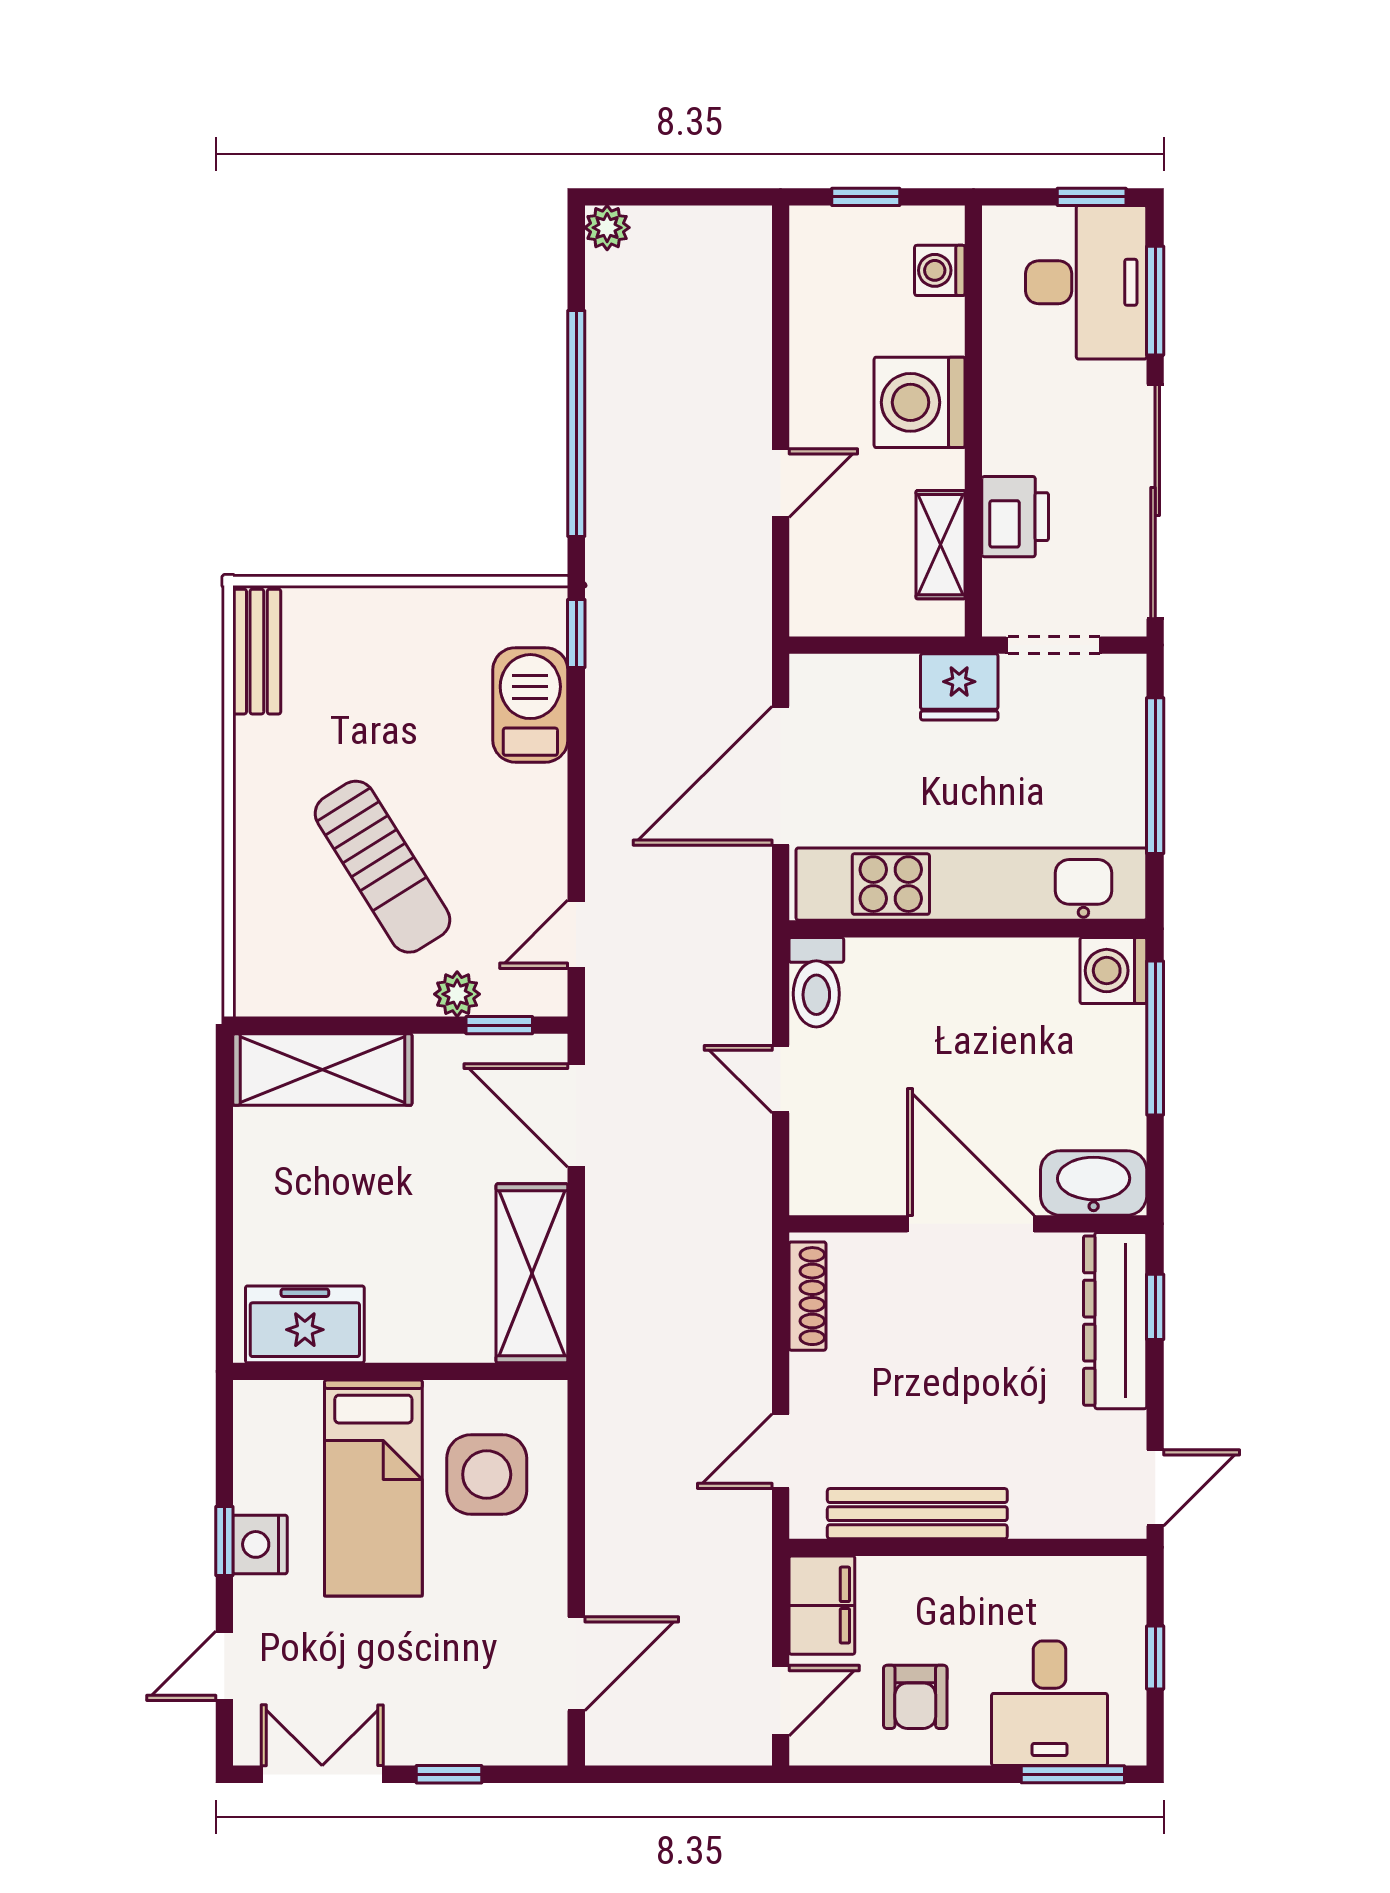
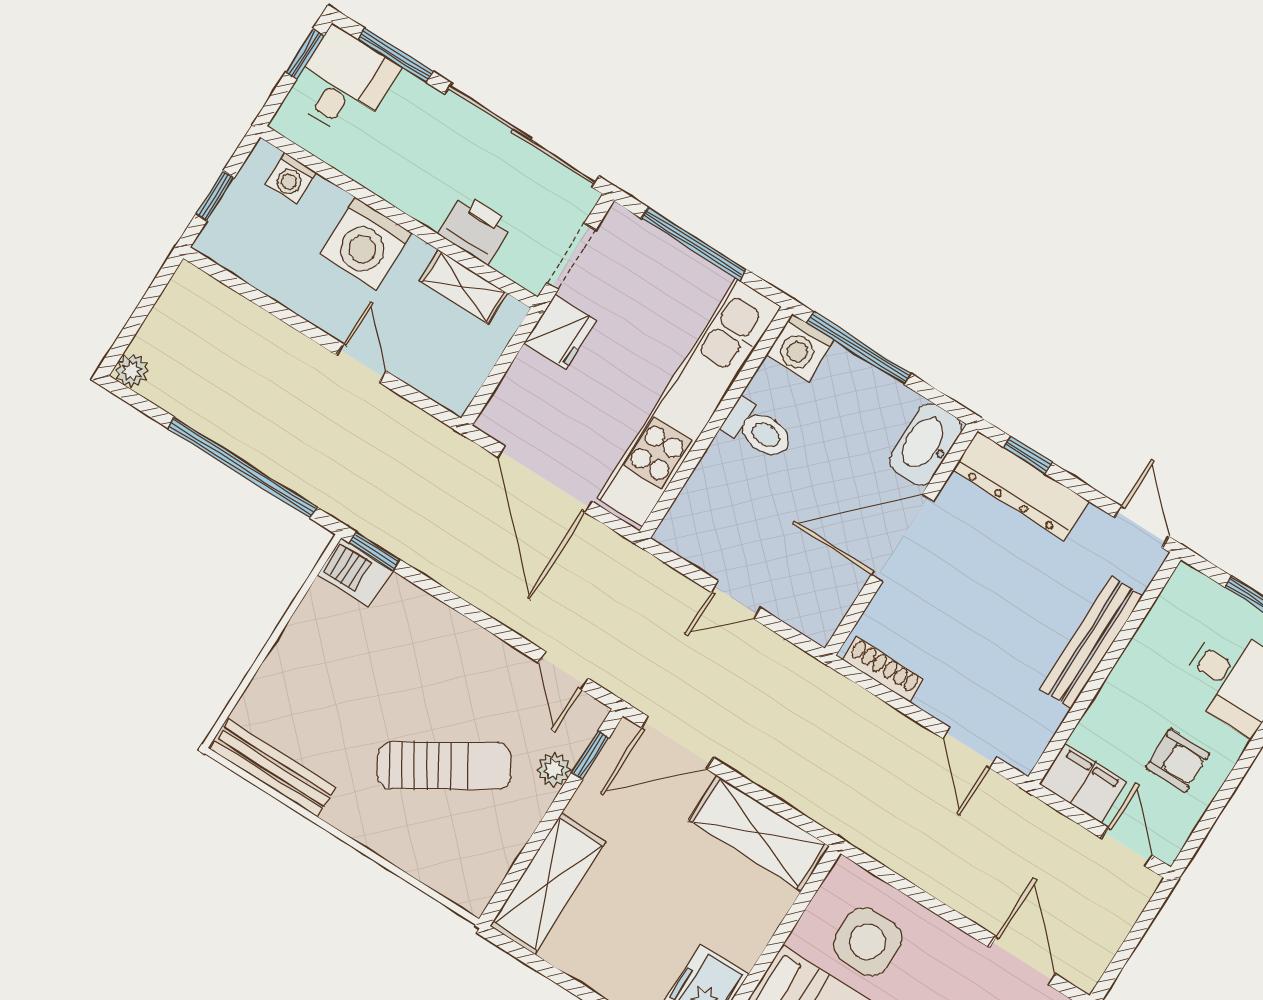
desk: (1086, 282) -> (343, 83), width x0.73
bench: (257, 652) -> (273, 768), width x1.36
barbecue: (530, 705) -> (355, 573), moved, width x0.73, depth x0.79
toilet: (816, 982) -> (758, 430), moved
bench: (917, 1514) -> (1091, 642), moved

